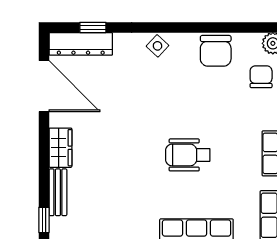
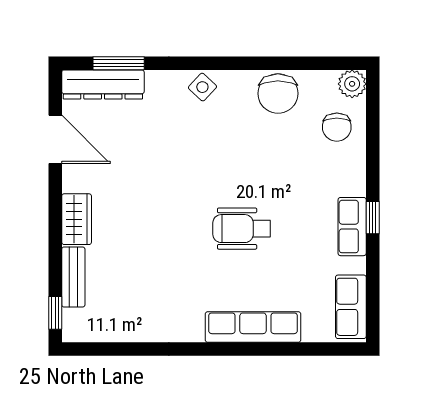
window: (93, 27) -> (119, 63), width x1.50
chair: (261, 77) -> (337, 127), turned 180
door: (44, 86) -> (55, 139), width x0.73

